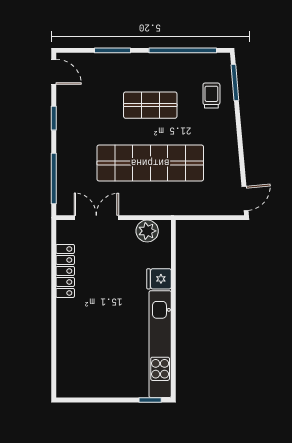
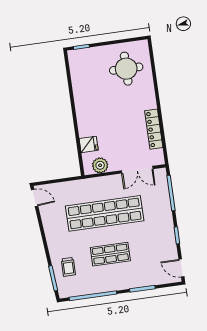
door: (245, 198) -> (35, 198), swing flipped
fridge: (159, 279) -> (89, 144), moved
kitchen unit: (160, 344) -> (80, 87), removed
round table: (92, 361) -> (126, 69), added

